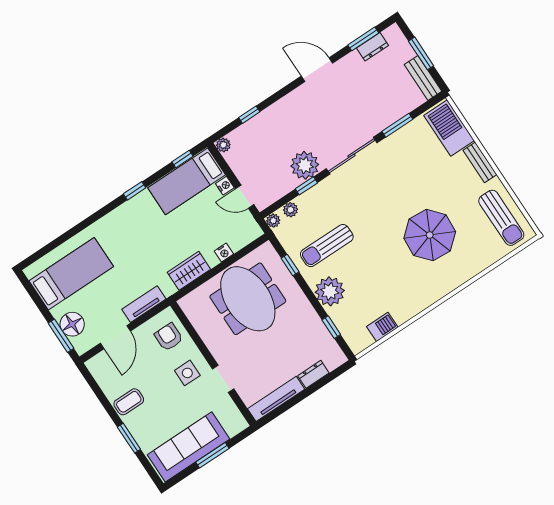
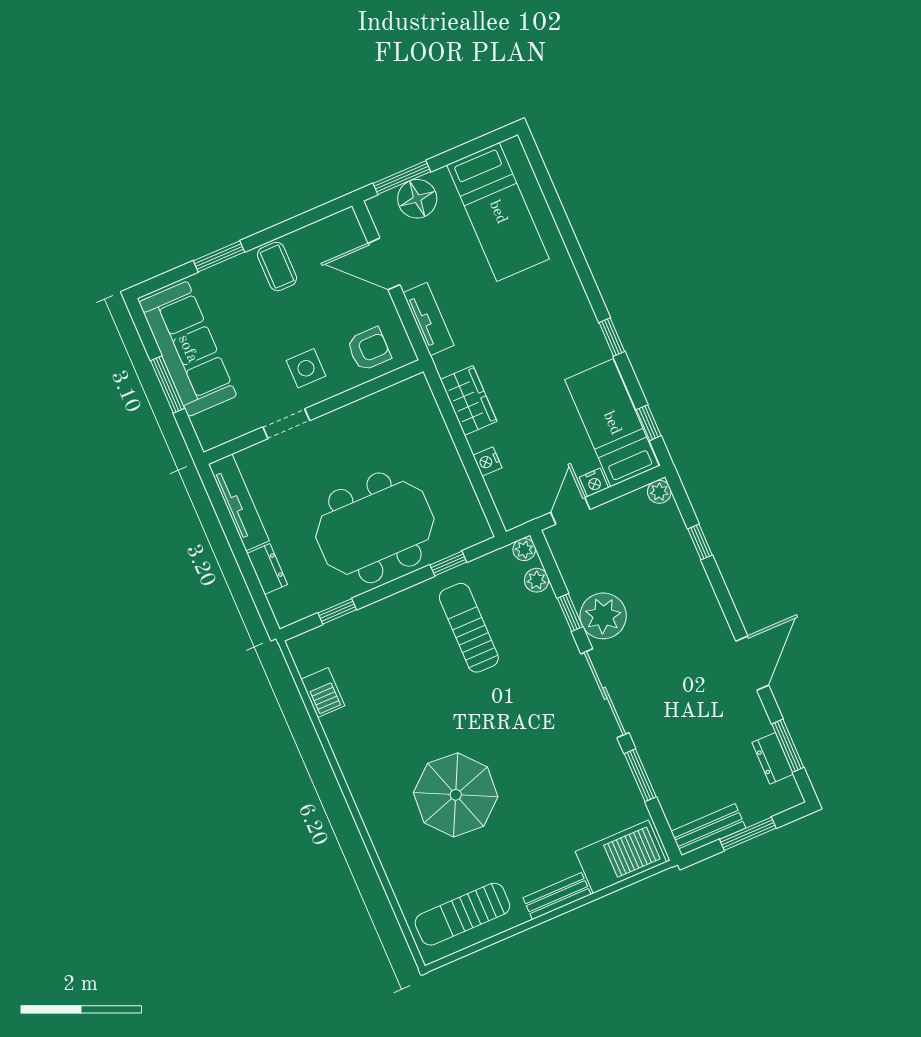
plant: (330, 291) -> (395, 619), removed
meeting table: (248, 299) -> (375, 528), moved

